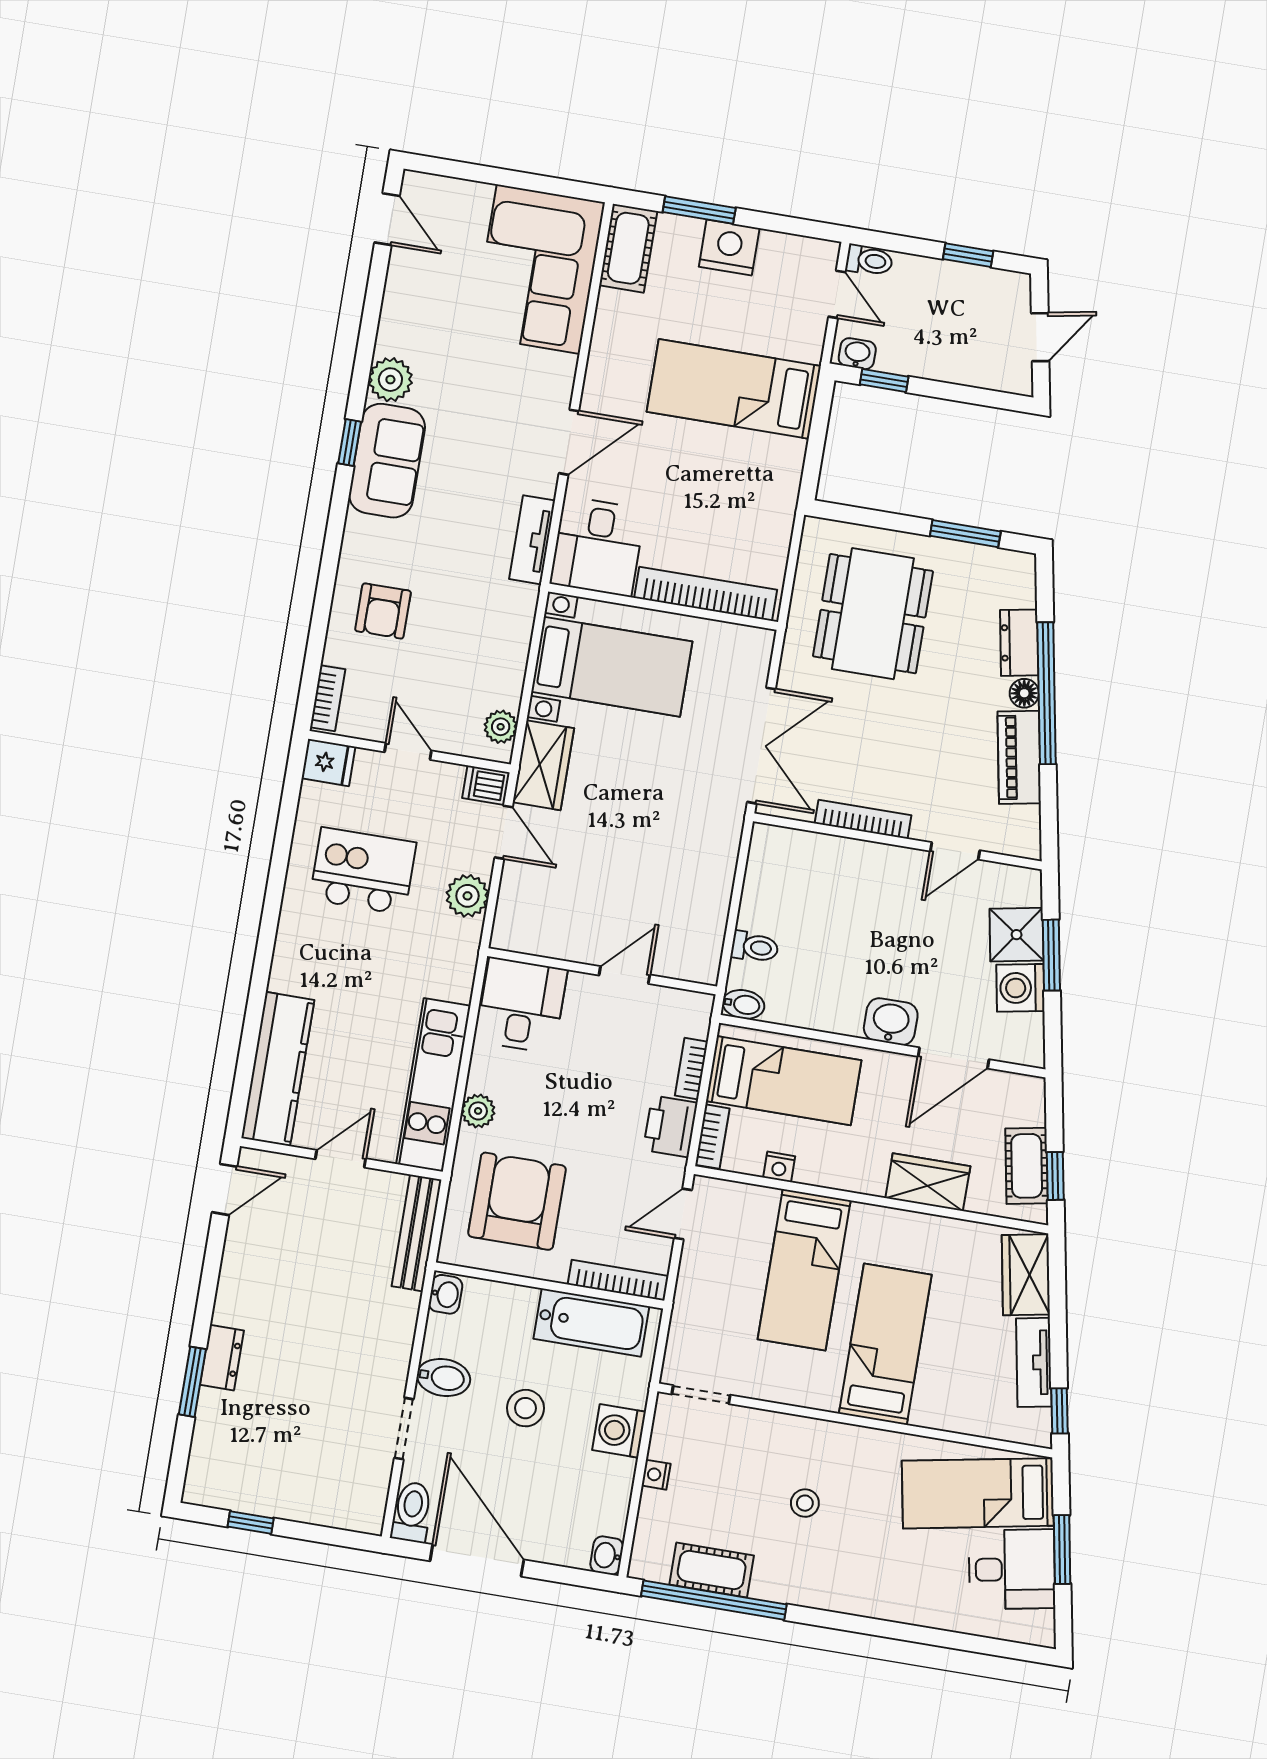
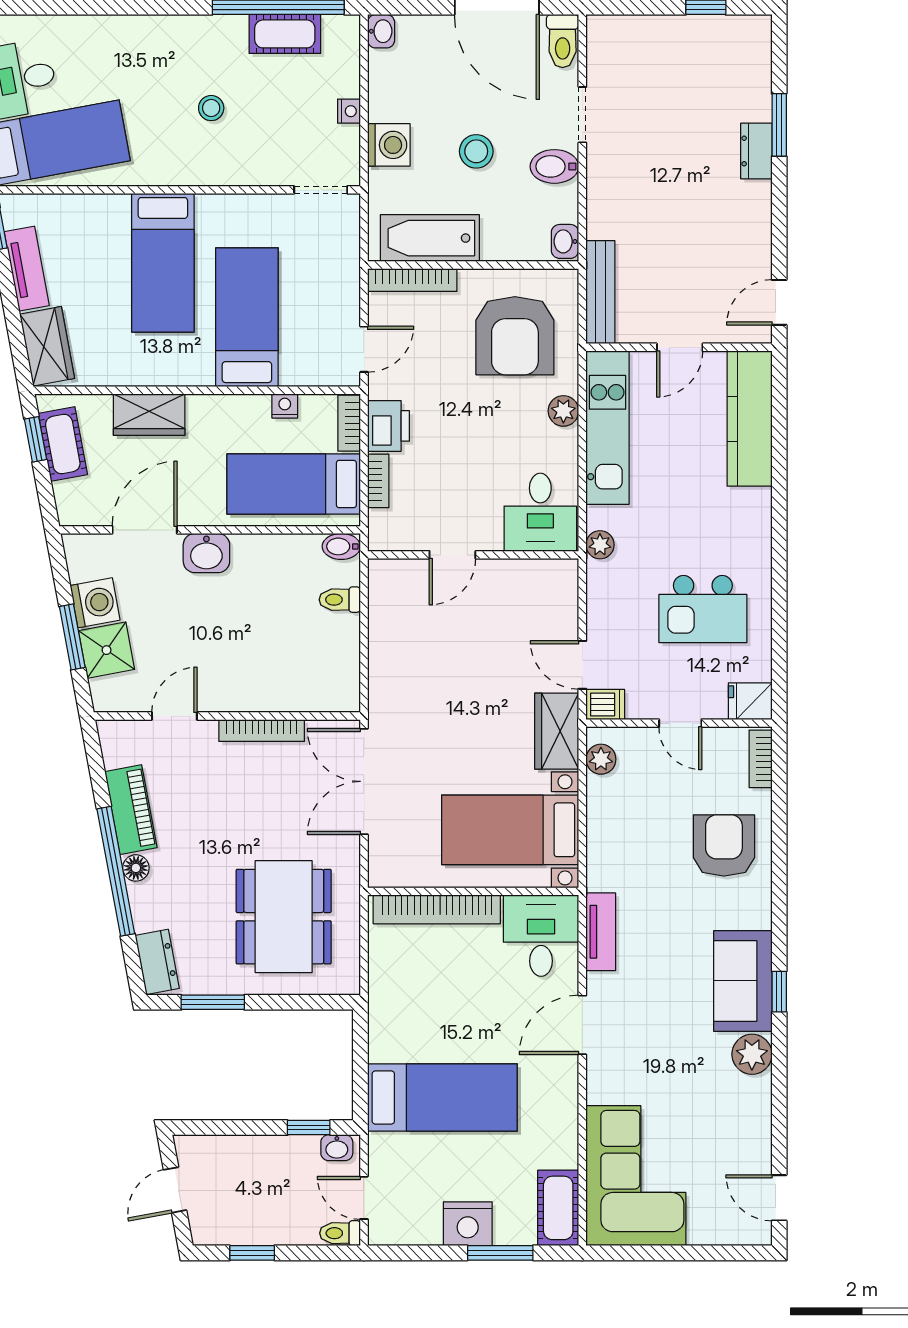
armchair: (383, 611) -> (724, 845), width x1.38, depth x1.38
dresser: (1019, 643) -> (157, 962), moved
plant: (467, 896) -> (600, 545), moved, width x0.73, depth x0.73

